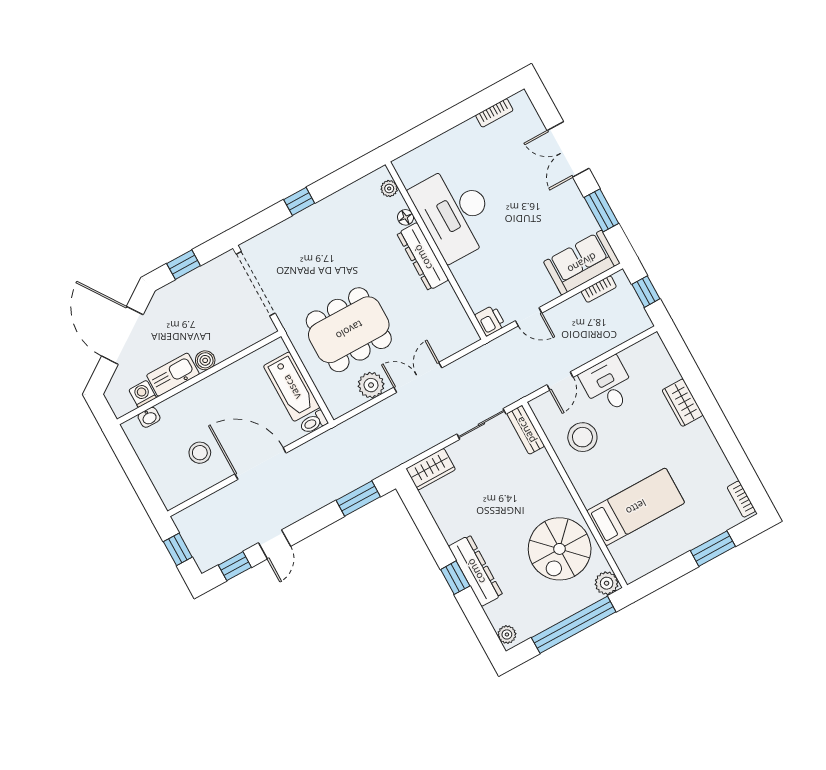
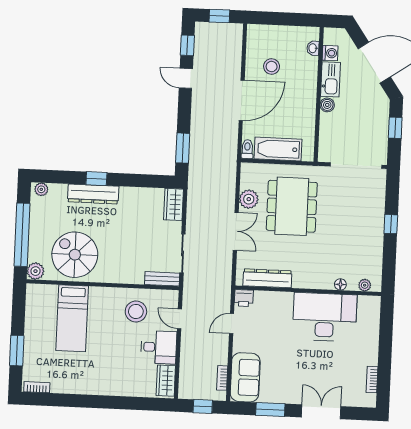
dresser: (423, 257) -> (267, 278), moved
wardrobe: (683, 403) -> (166, 381), moved, turned -90

